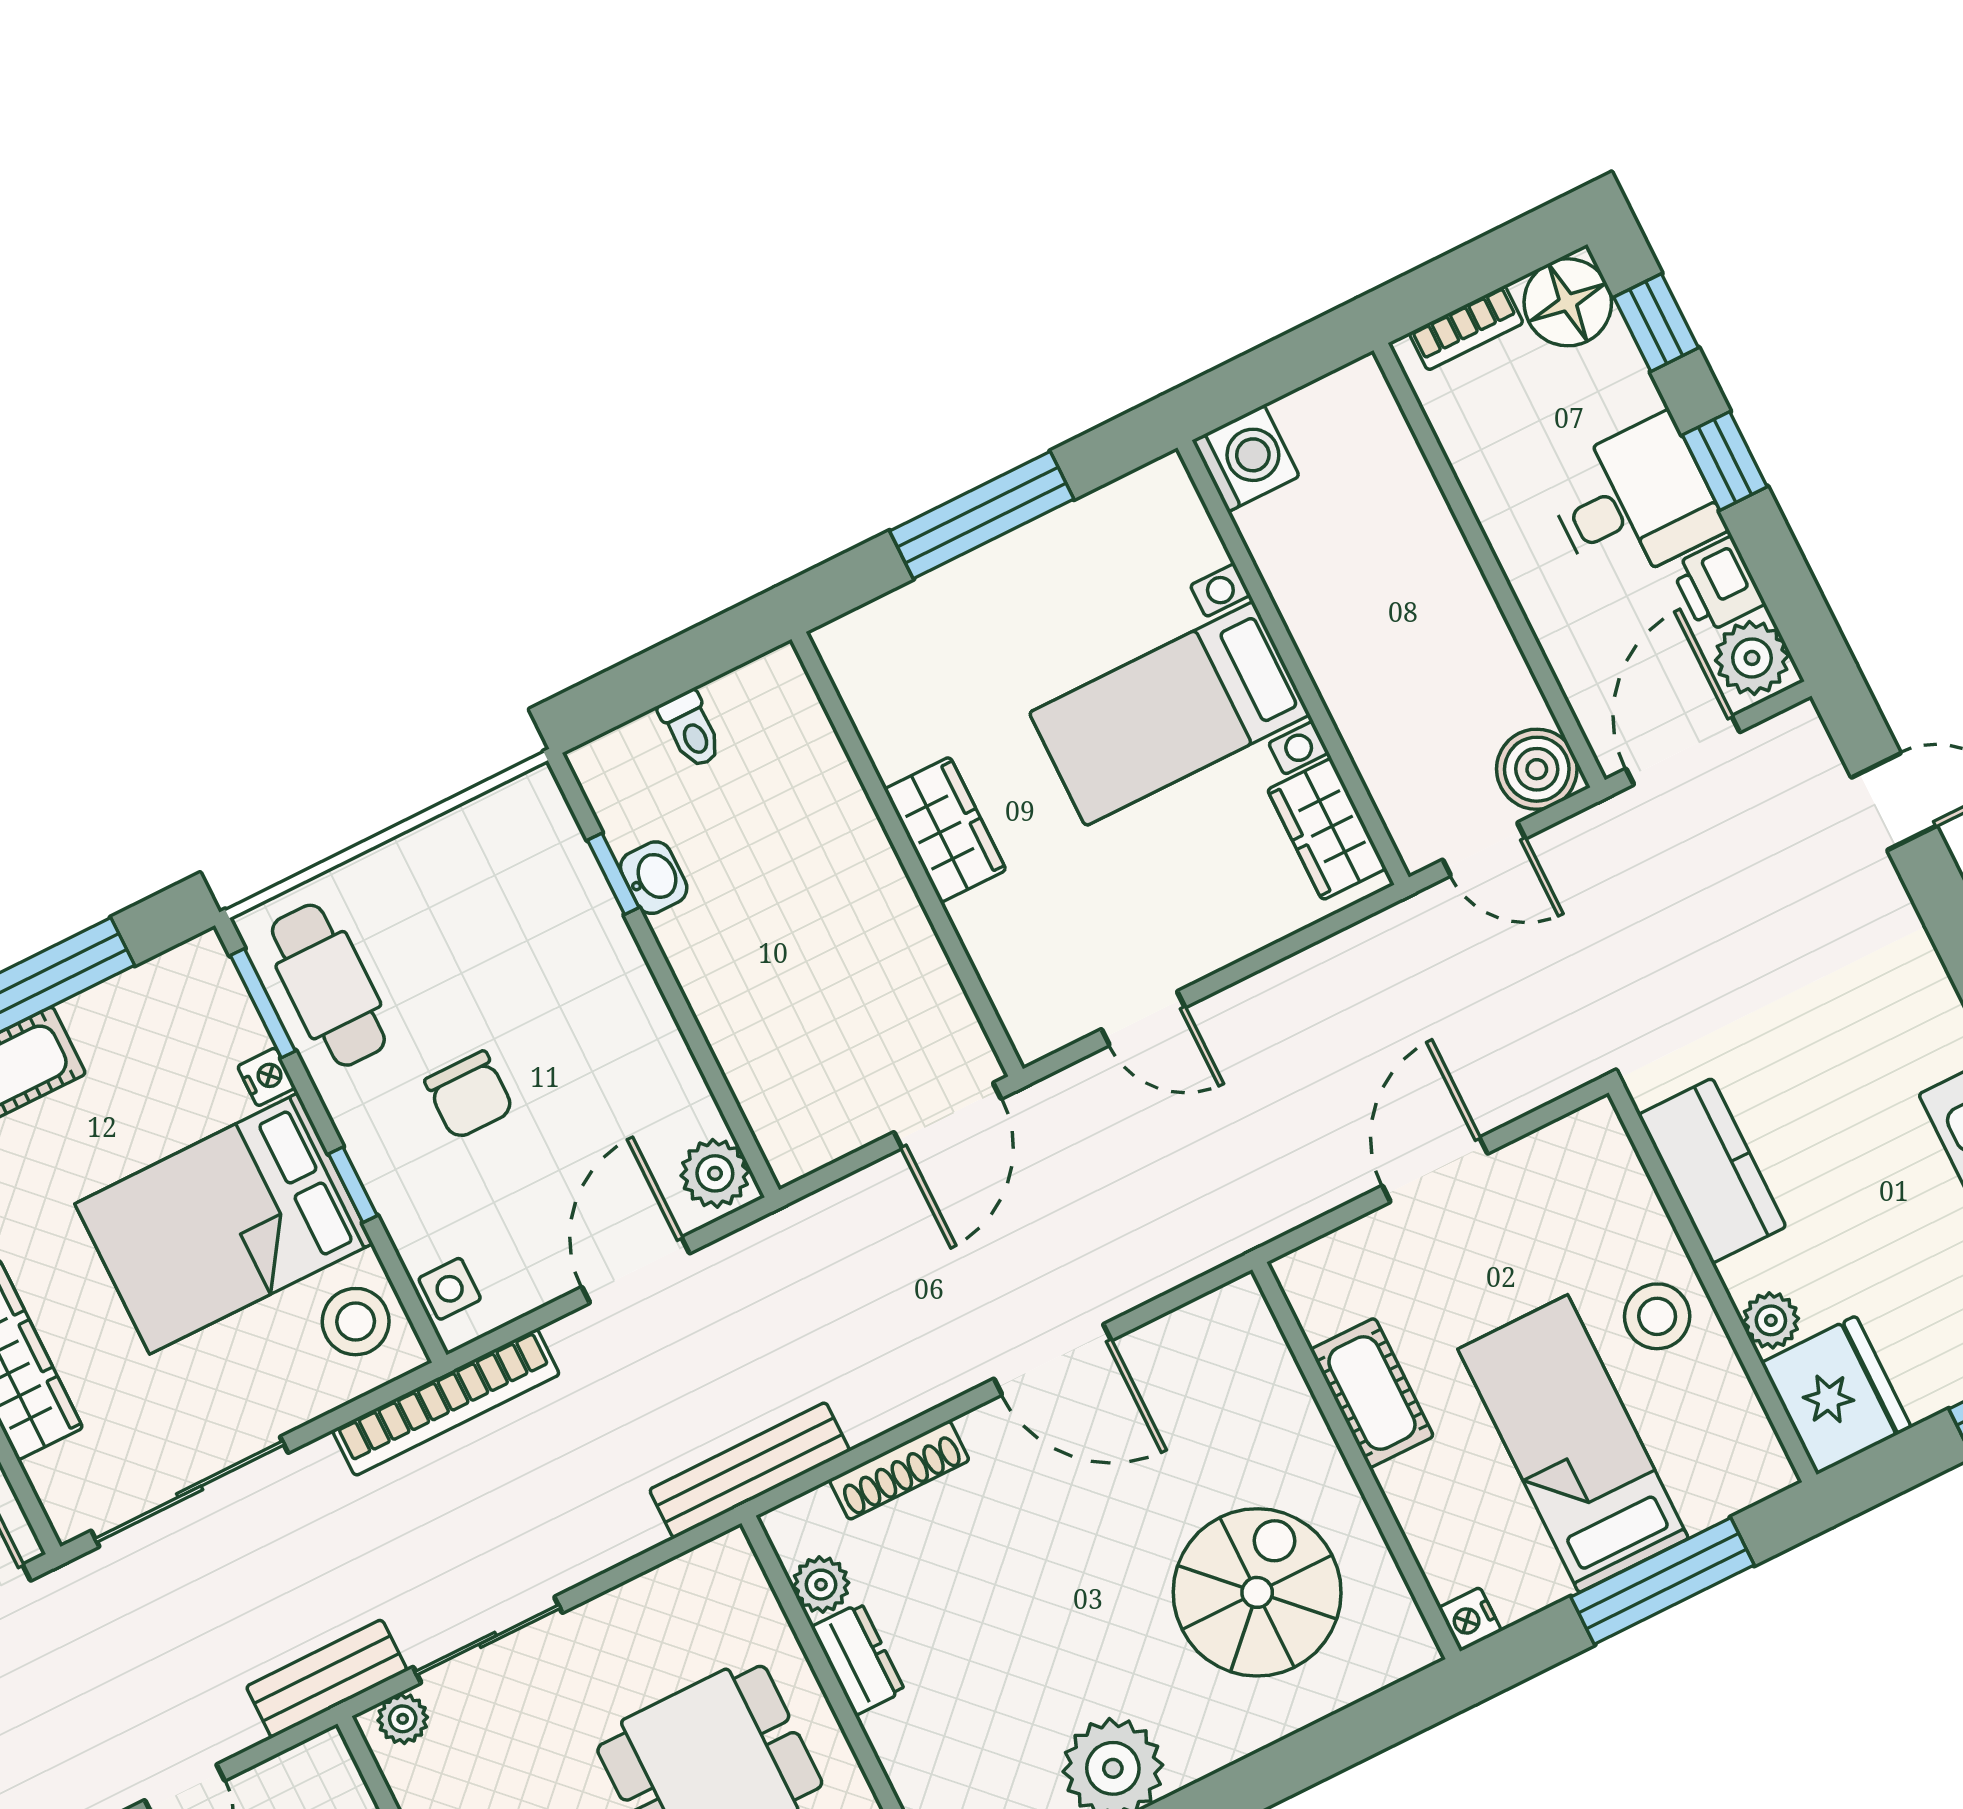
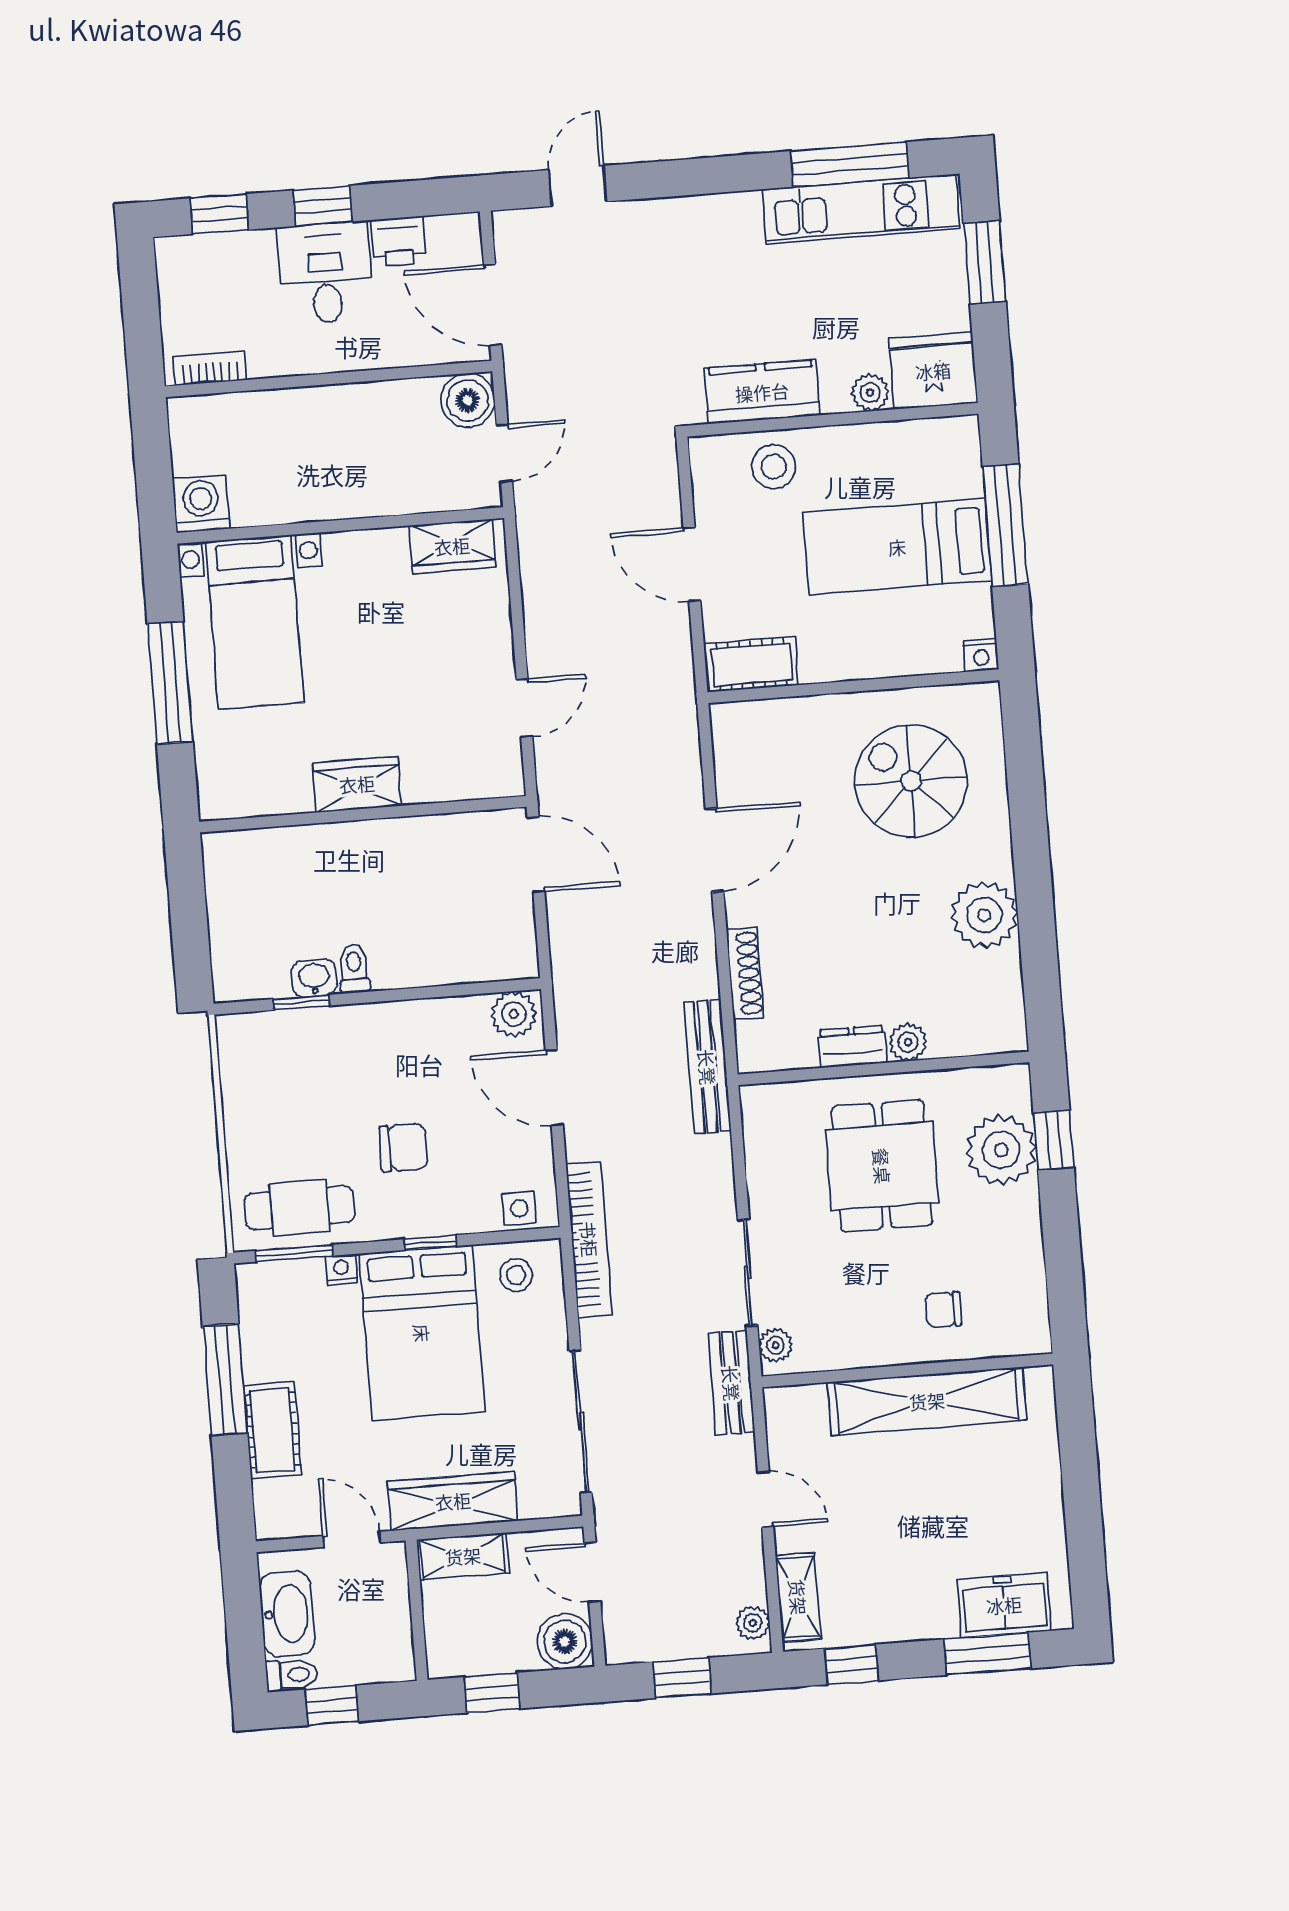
floor lamp: (1568, 302) -> (184, 264), removed
bookcase: (1466, 328) -> (210, 368), moved, turned -90
plant: (1752, 658) -> (452, 238), removed
bed with nightstands: (1170, 714) -> (255, 622), moved
toilet: (691, 729) -> (354, 968), moved, turned -90
stool: (1657, 1316) -> (774, 467), moved
stool: (356, 1322) -> (516, 1275), width x0.73, depth x0.73
cot: (1372, 1393) -> (752, 664), moved
plant: (821, 1585) -> (908, 1042), moved

